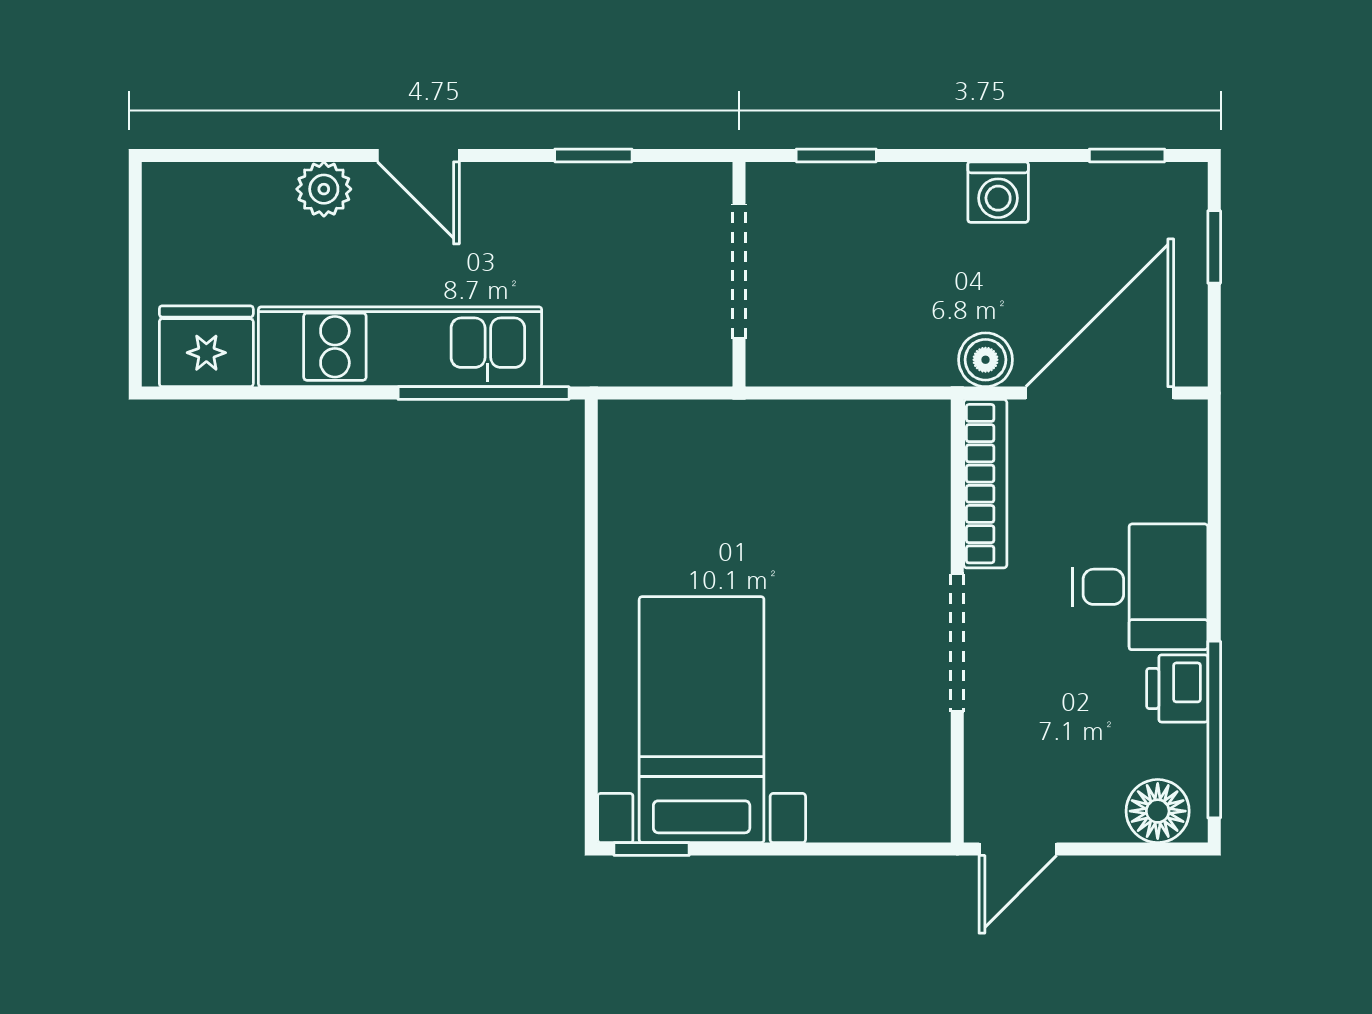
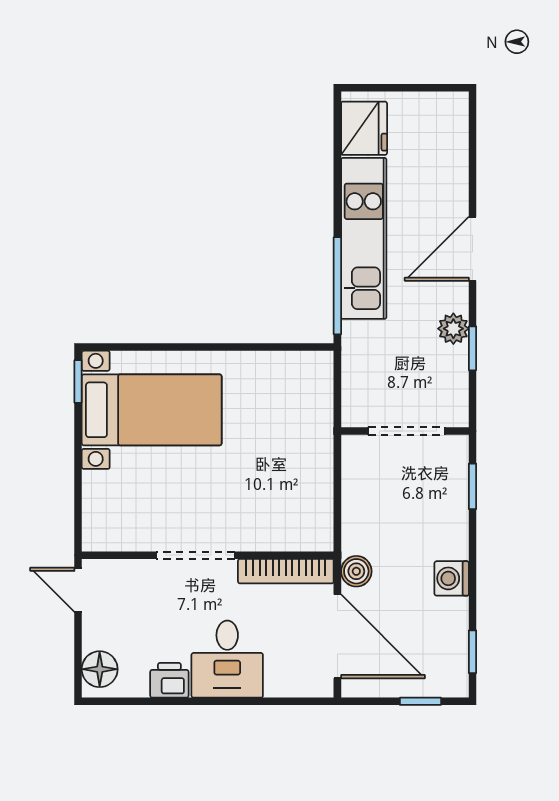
door: (418, 155) -> (472, 249), width x1.38
plant: (324, 189) -> (453, 329), moved
window: (1214, 730) -> (146, 701), removed

